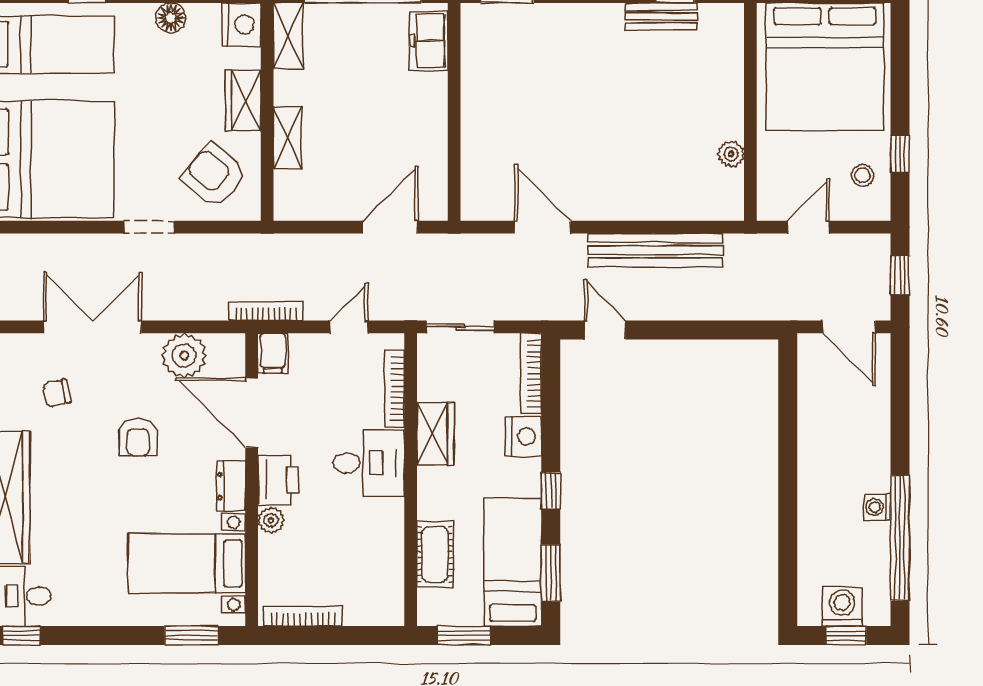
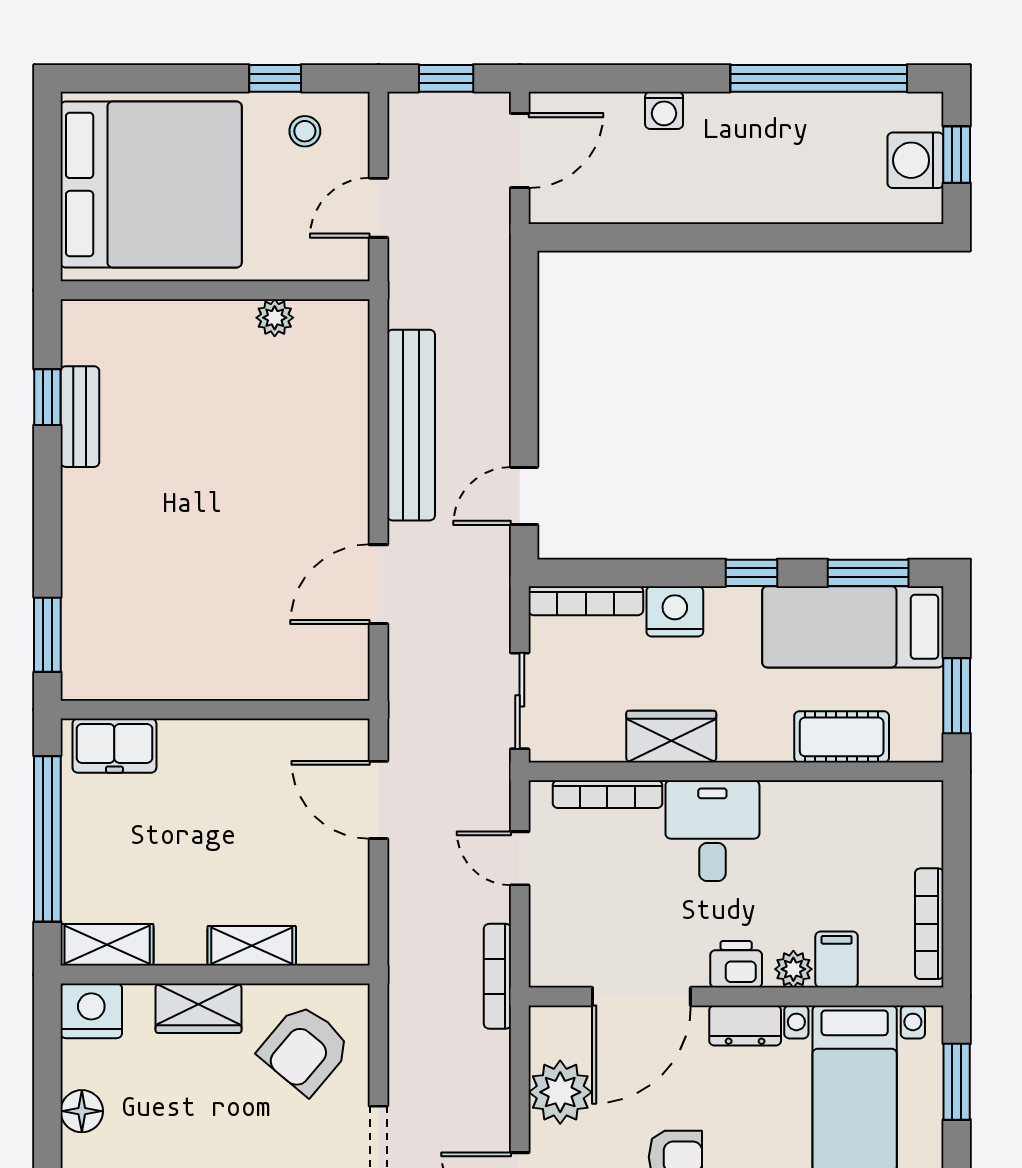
door: (809, 227) -> (378, 208), hinge flipped
filing cabinet: (273, 353) -> (837, 960), moved, turned -90
printer: (278, 480) -> (736, 964), width x0.73, depth x0.81
washing machine: (877, 507) -> (664, 110), moved

